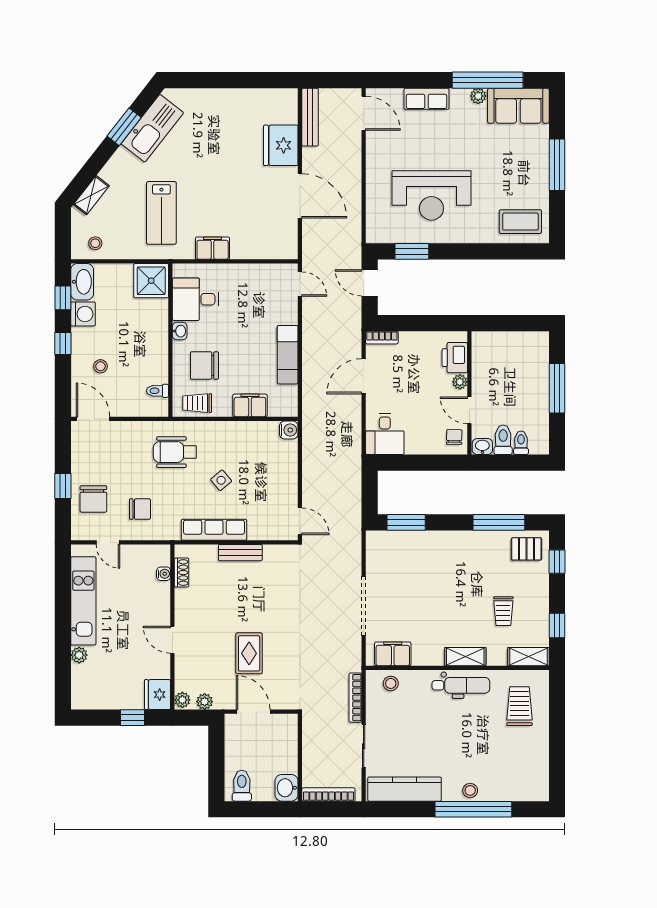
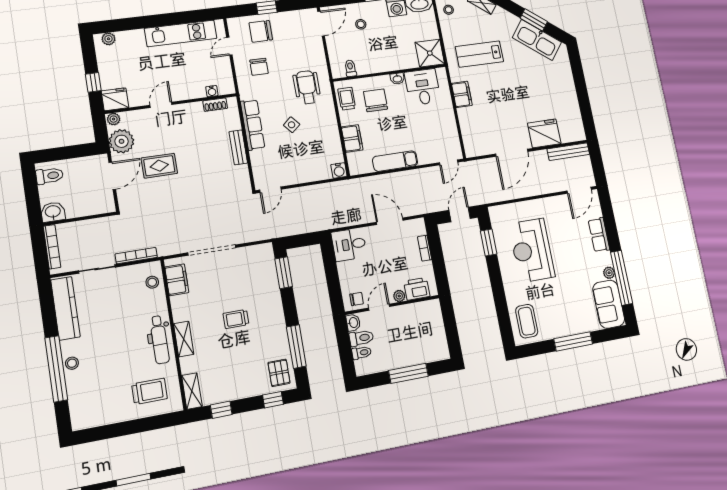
bookcase: (382, 338) -> (425, 248), moved
trolley: (503, 611) -> (236, 319), moved
plant: (79, 655) -> (109, 39), moved
plant: (205, 702) -> (122, 141), width x1.88, depth x1.88

